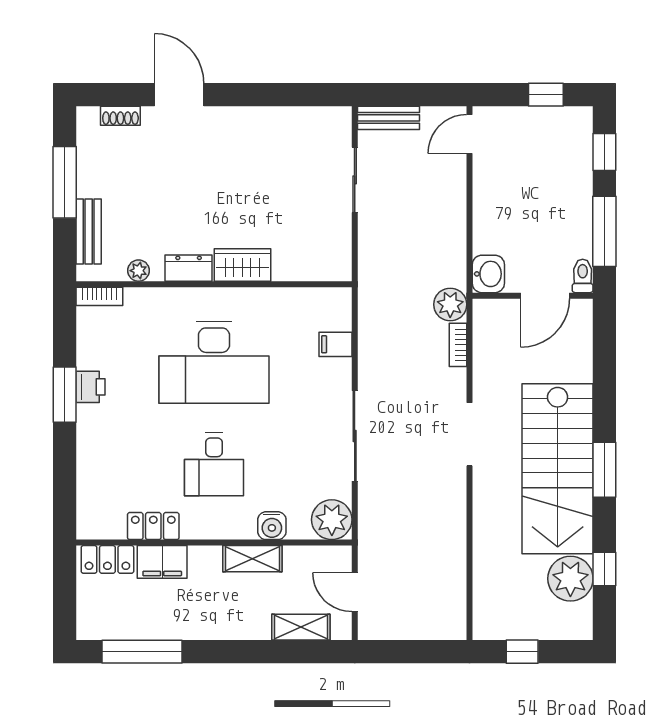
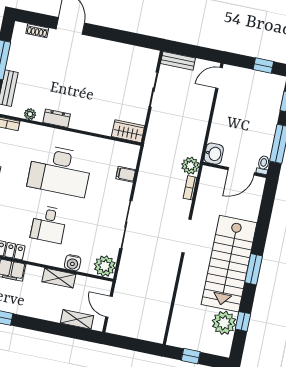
wardrobe: (242, 265) -> (128, 131), moved

